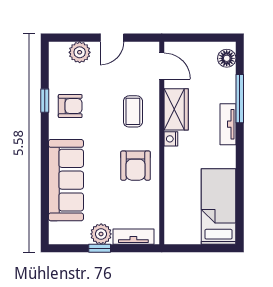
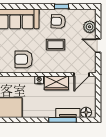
armchair: (70, 106) -> (58, 21), turned 92
coffee table: (133, 111) -> (55, 45), moved
tv unit: (228, 124) -> (68, 113), moved

